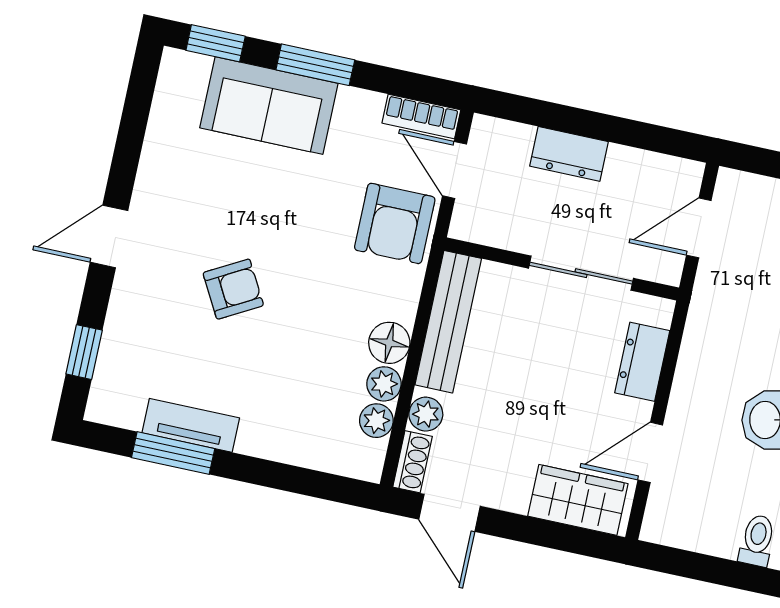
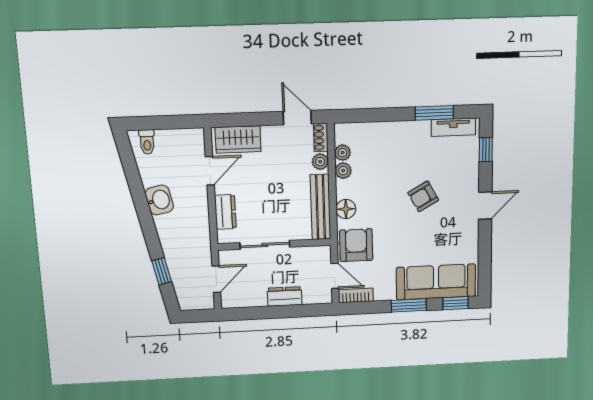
sofa: (269, 106) -> (436, 282), width x1.36
floor lamp: (389, 343) -> (346, 209), moved
tv unit: (191, 425) -> (453, 127), moved

